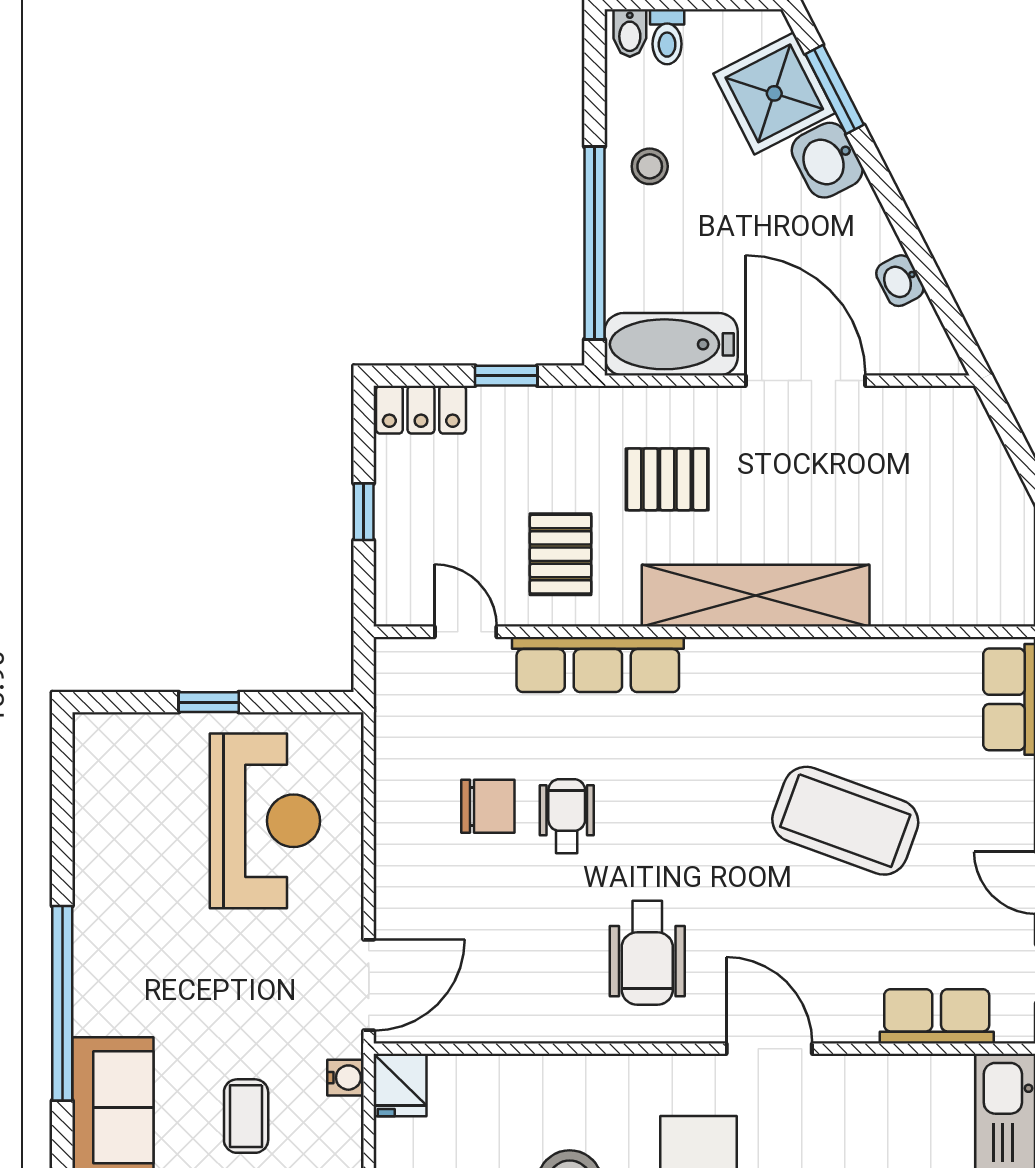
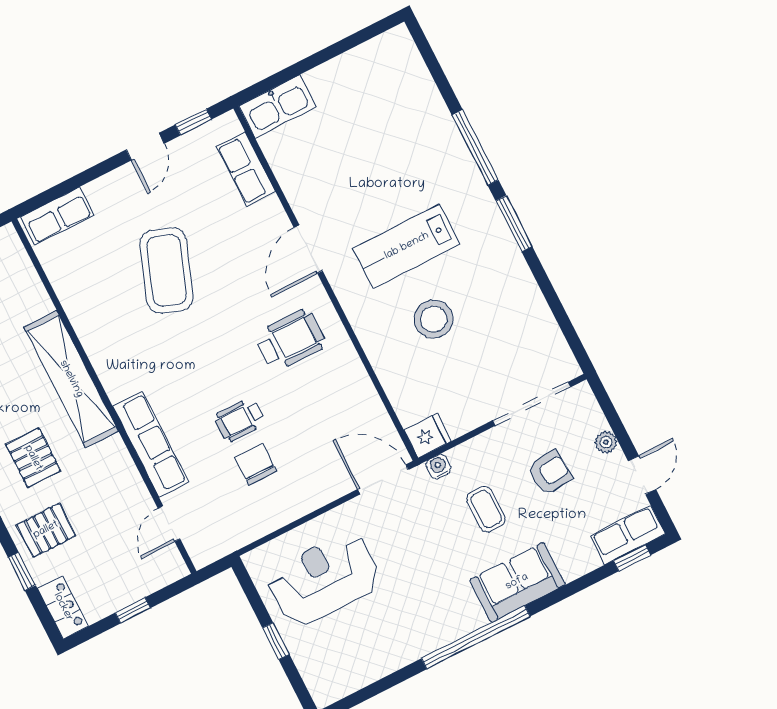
pallet: (561, 554) -> (46, 530), moved
coffee table: (246, 1116) -> (486, 509), turned 90

